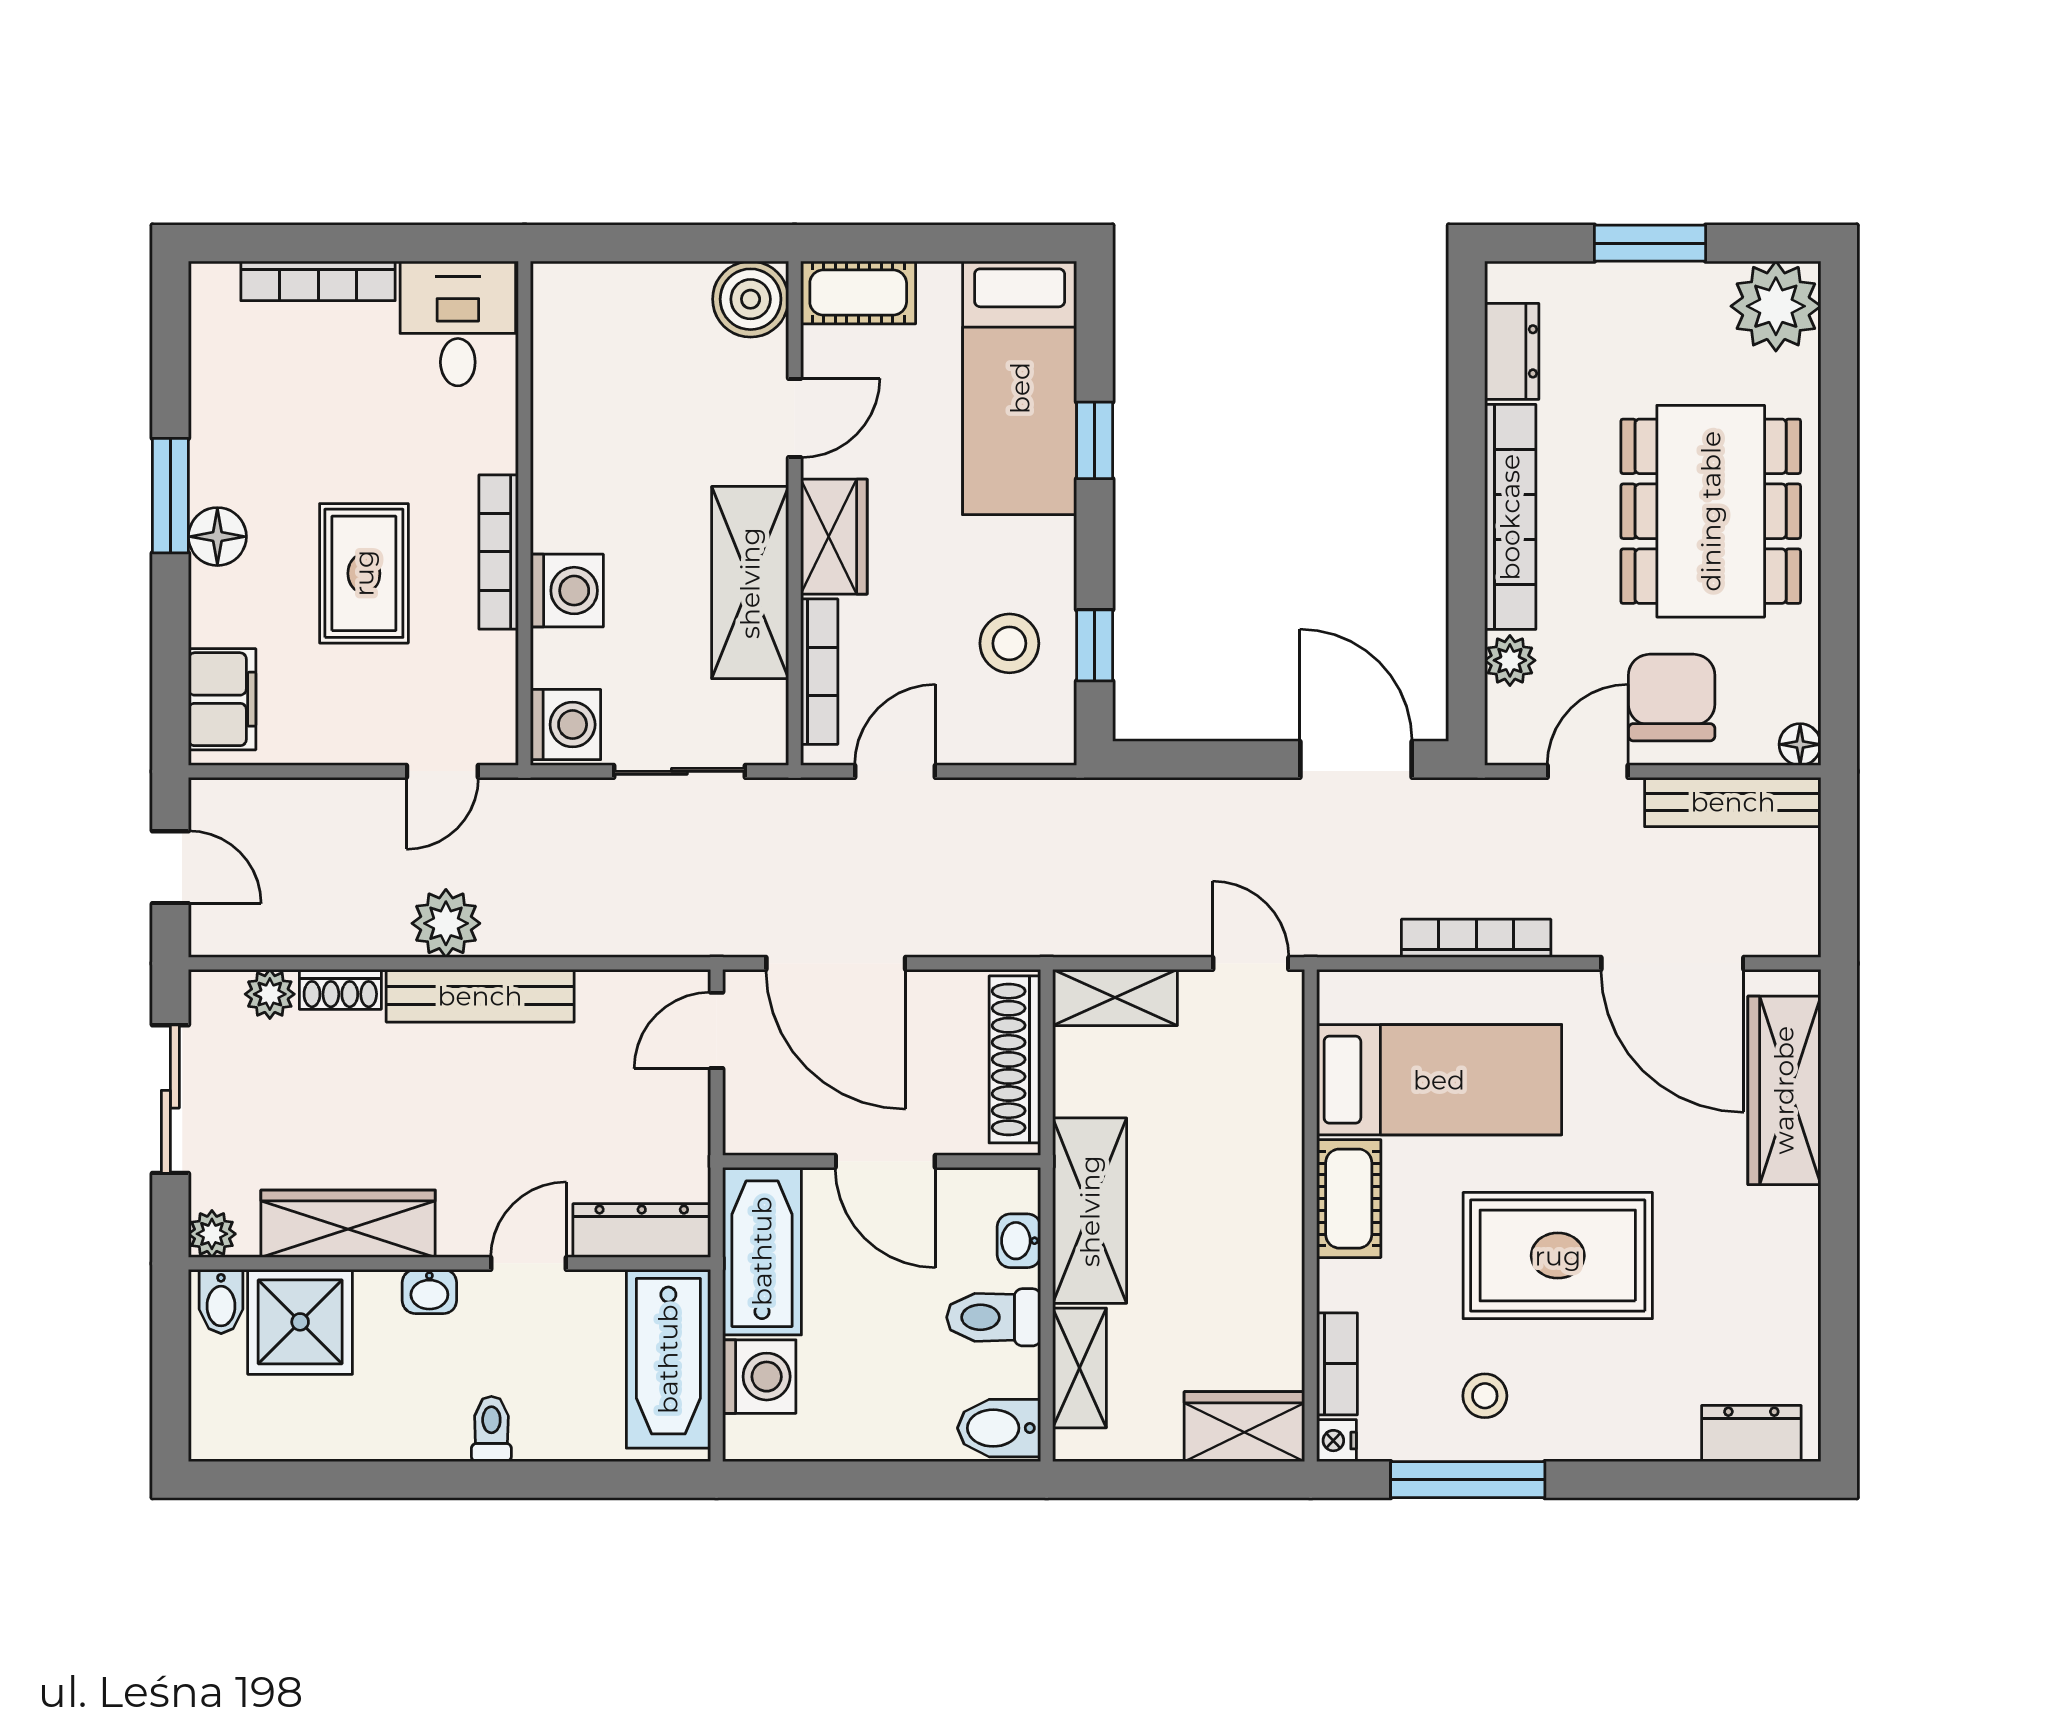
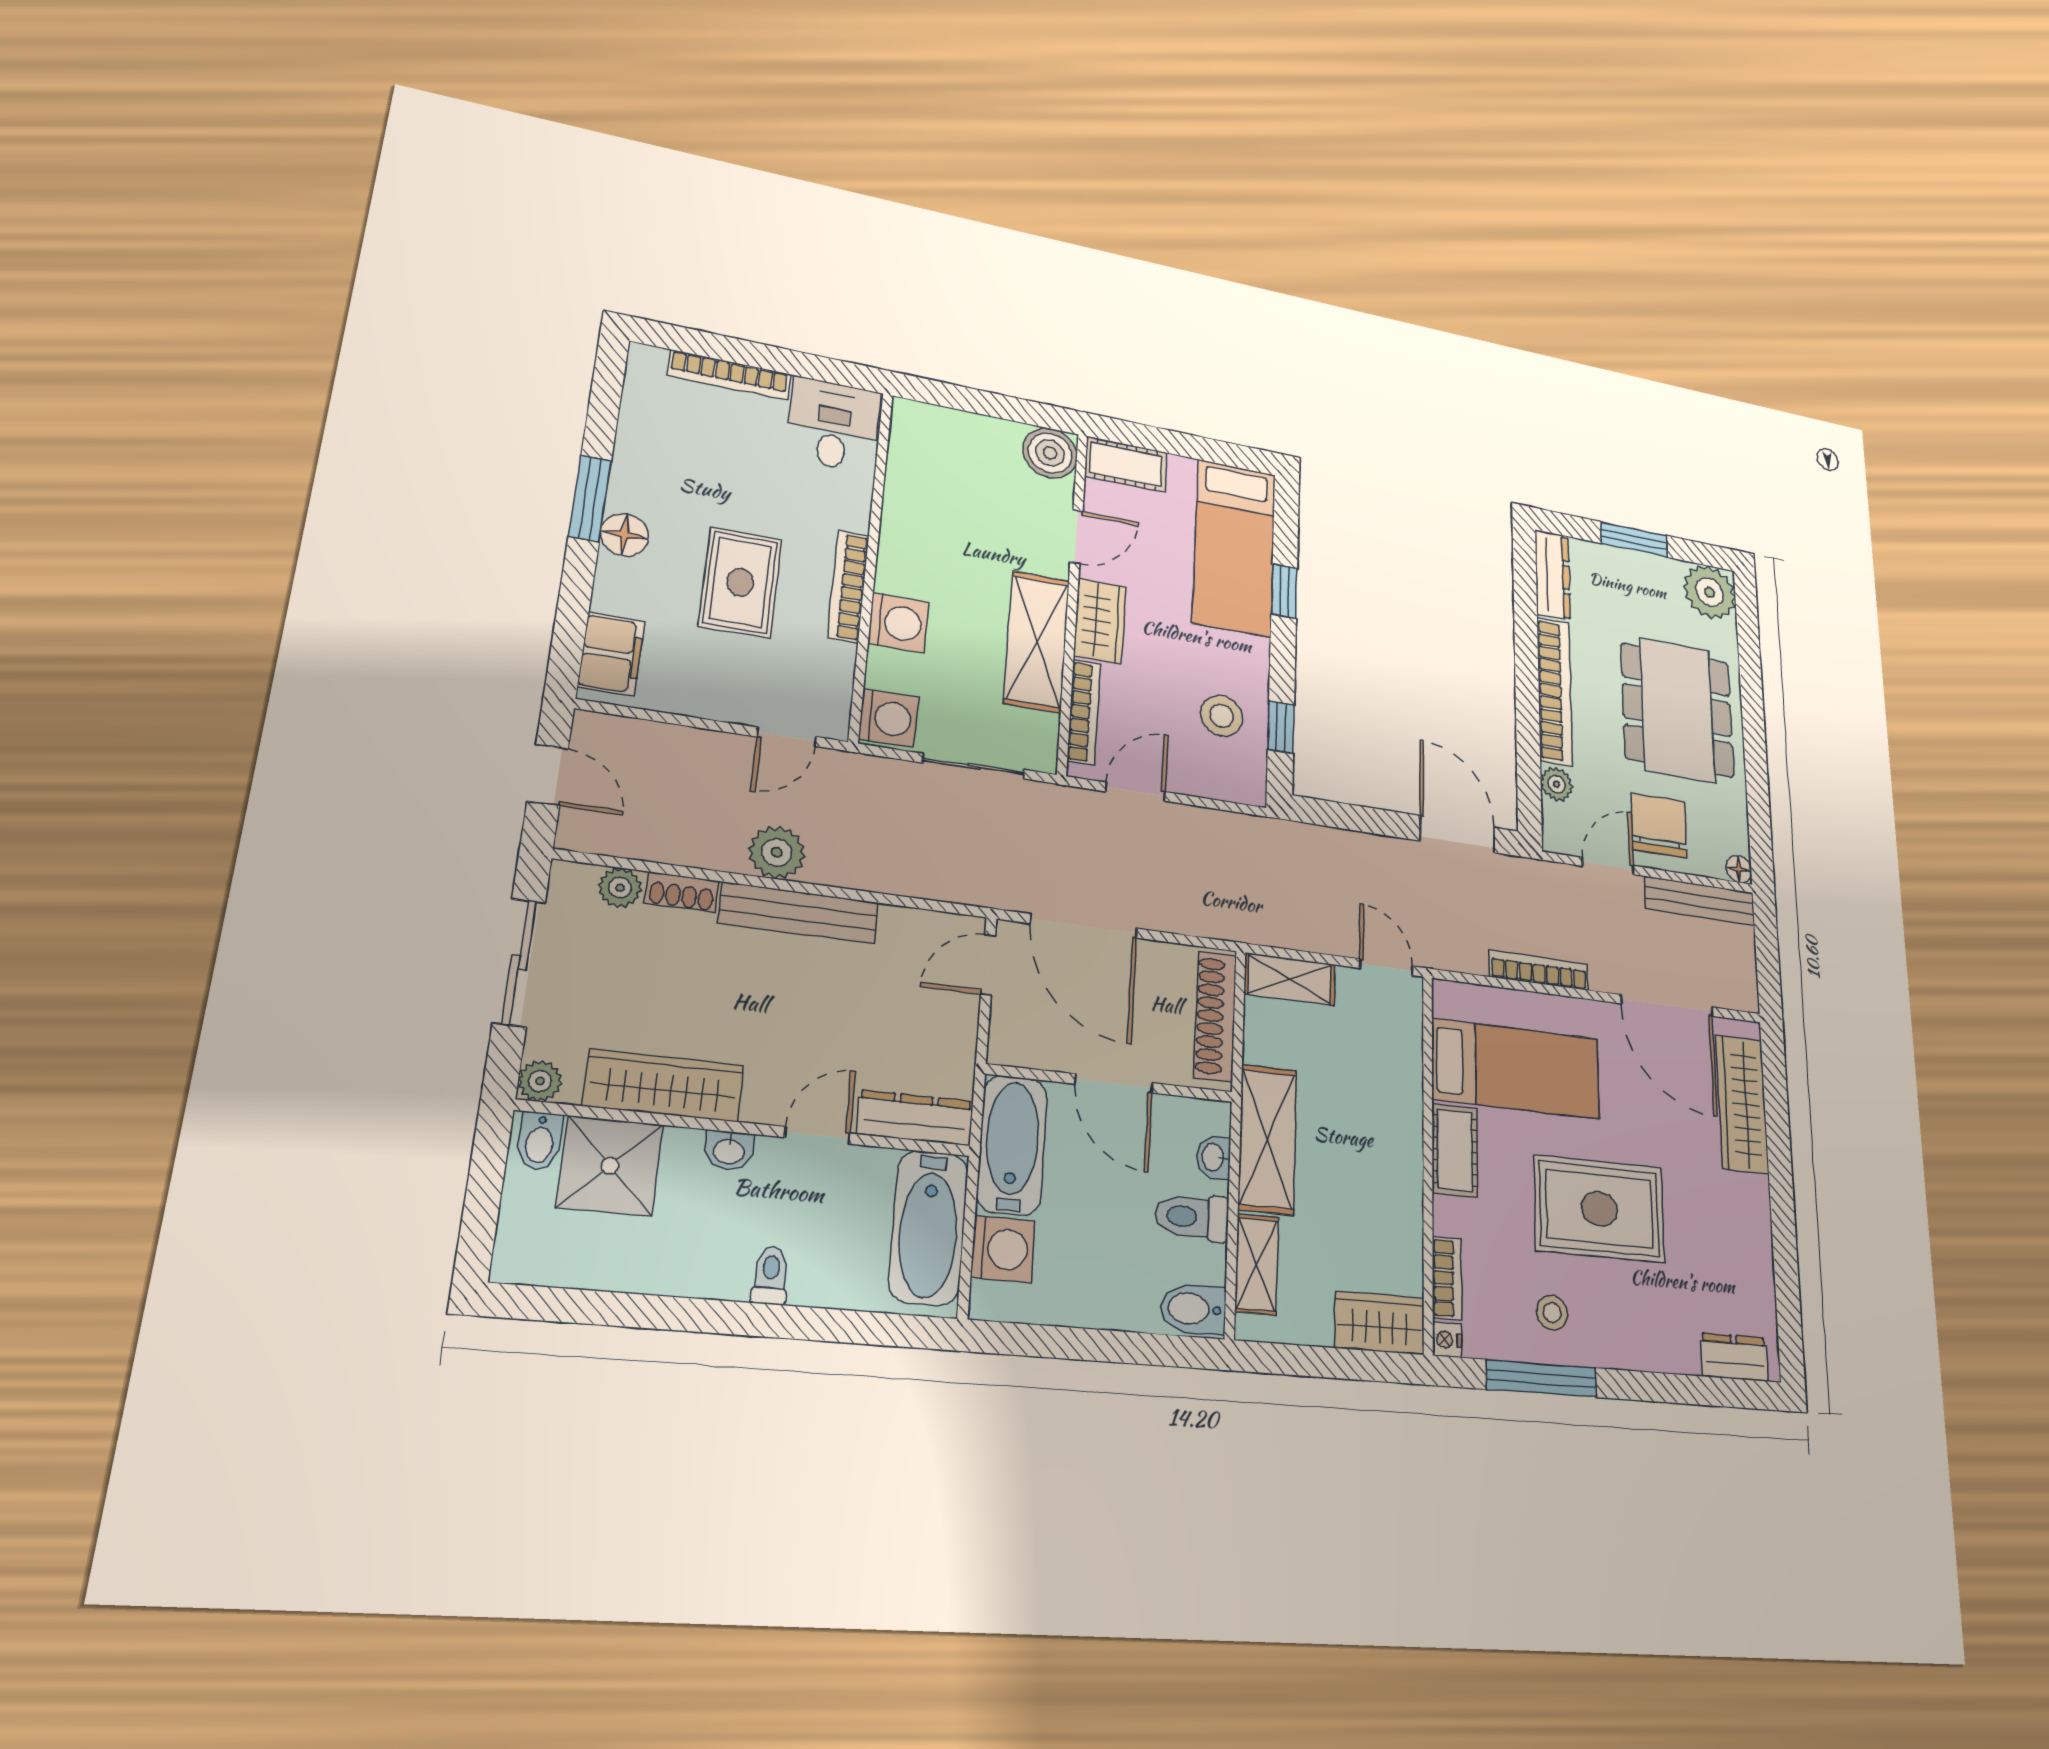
dresser: (1512, 351) -> (1552, 575), width x1.44

